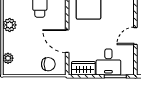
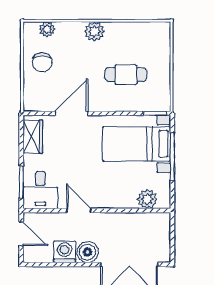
desk: (108, 62) -> (40, 190), moved, turned -90
chair: (48, 64) -> (42, 62), moved

